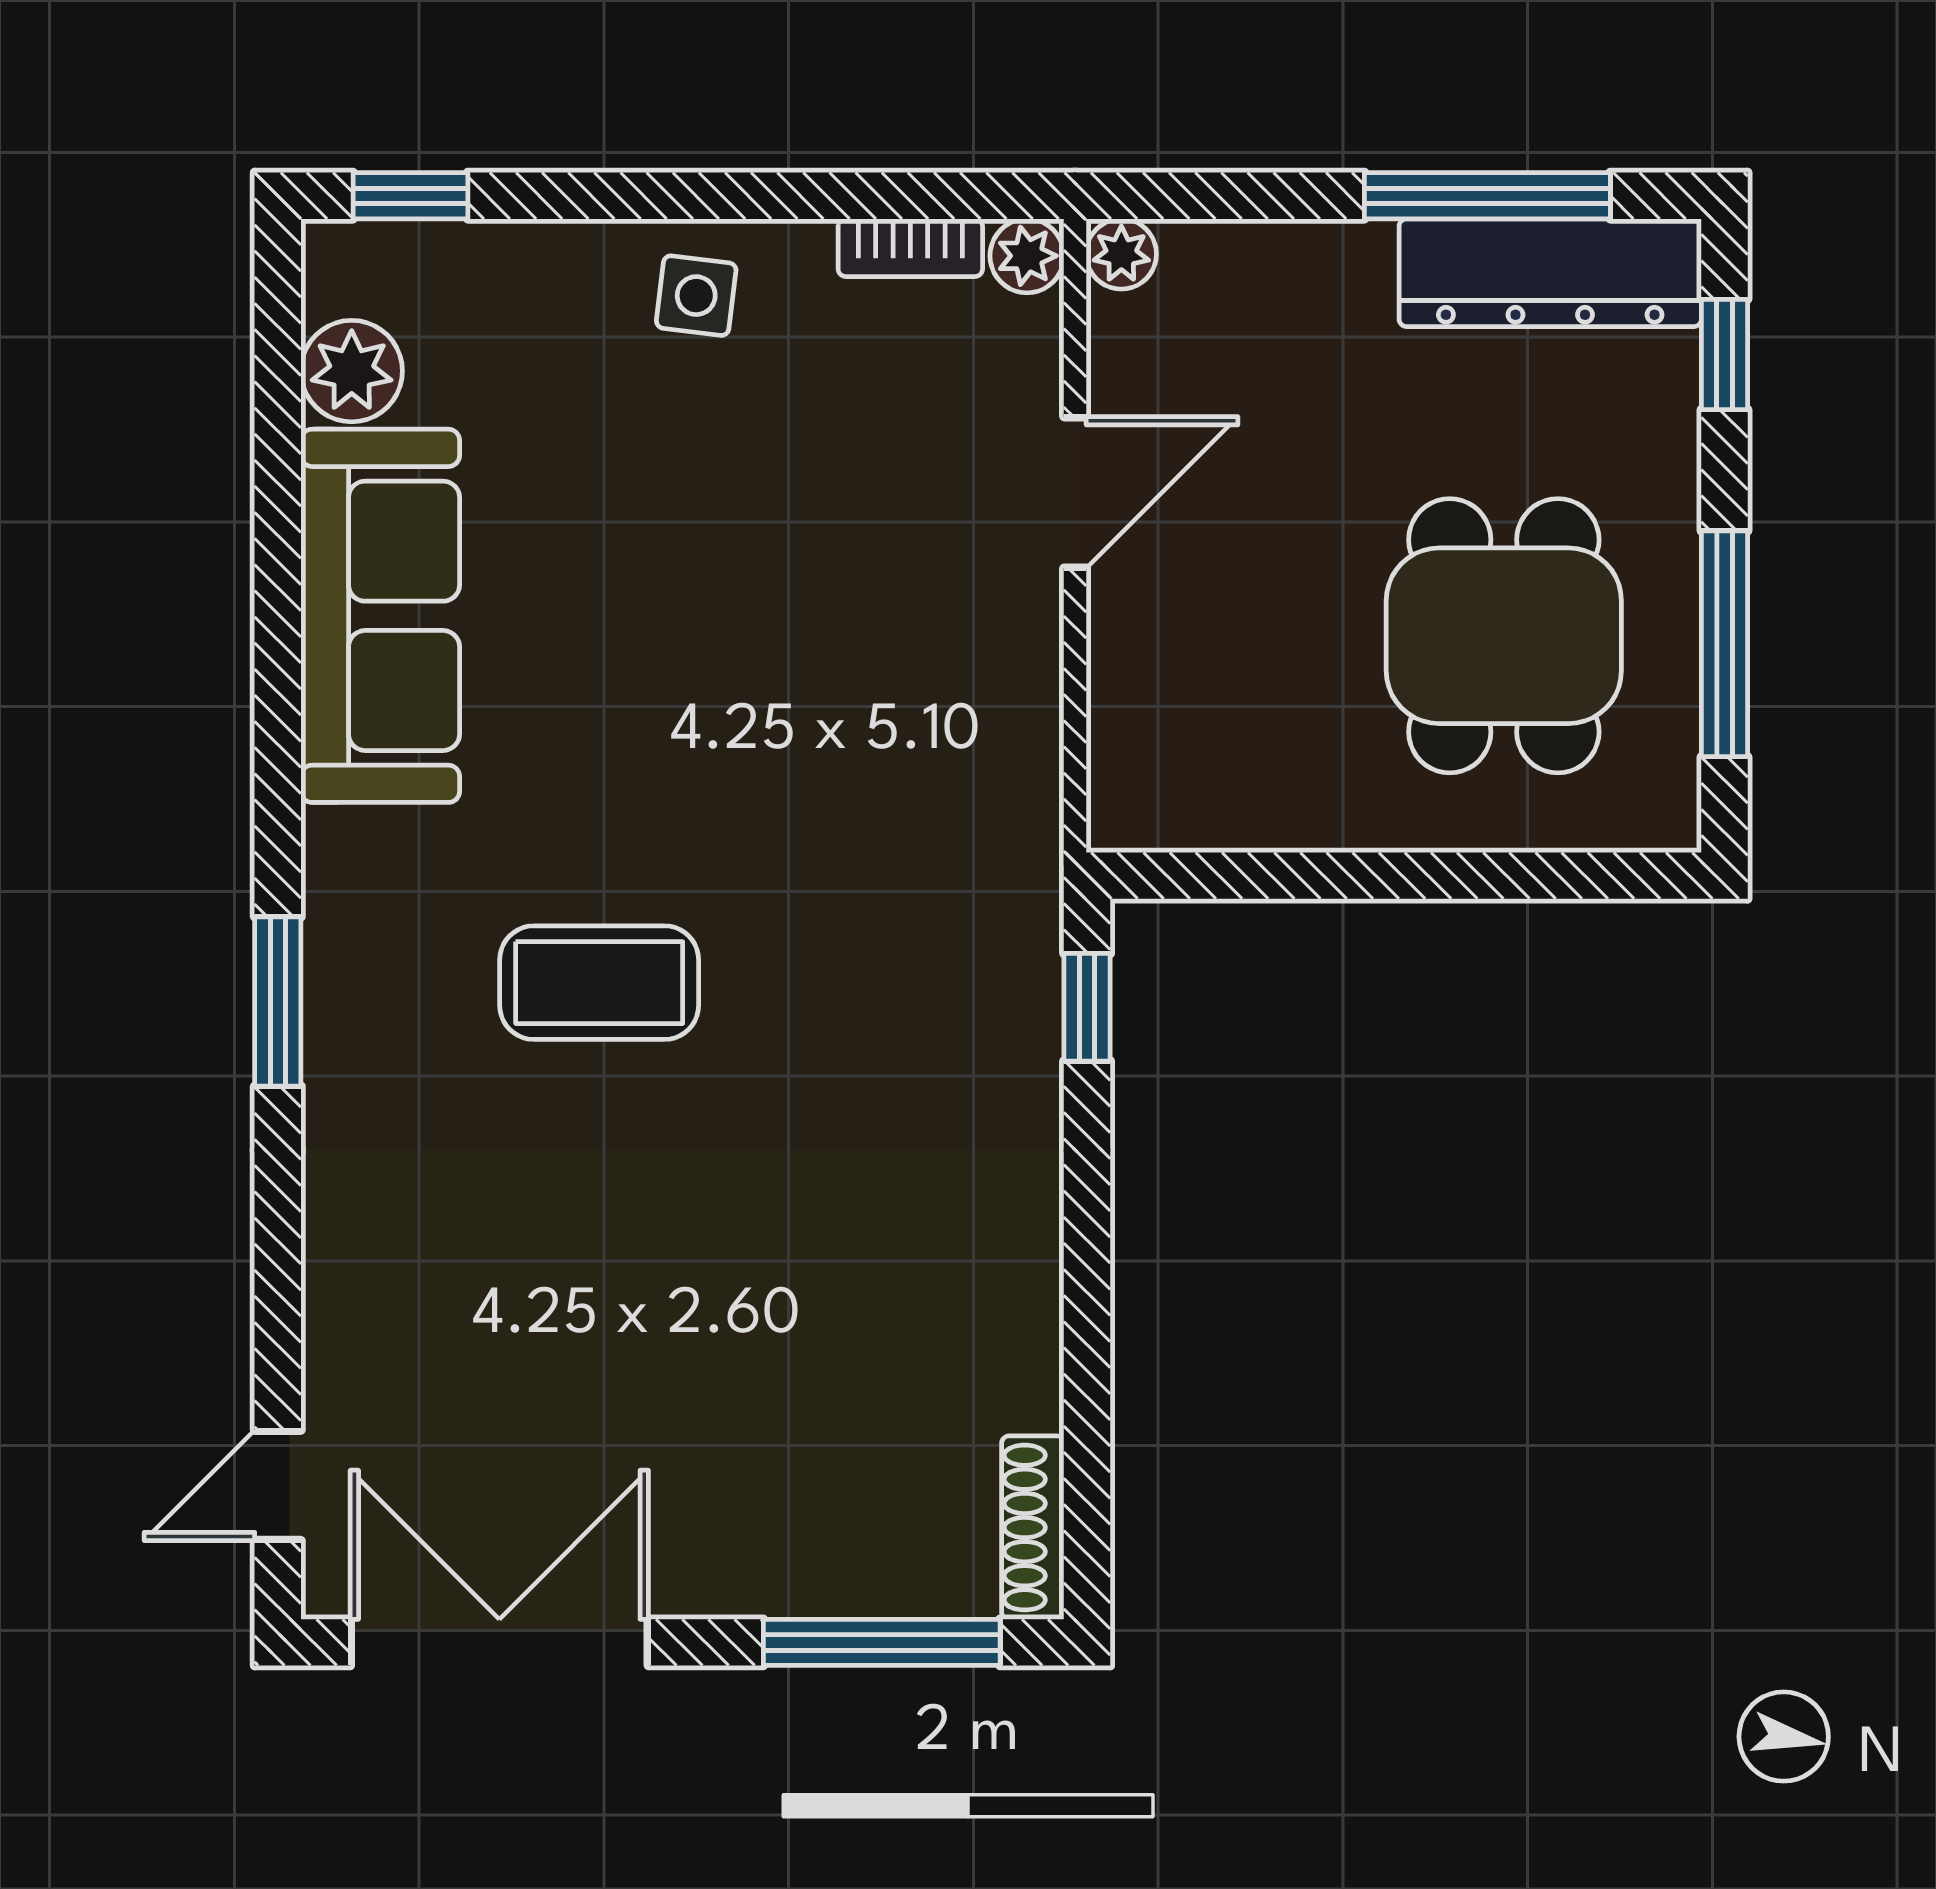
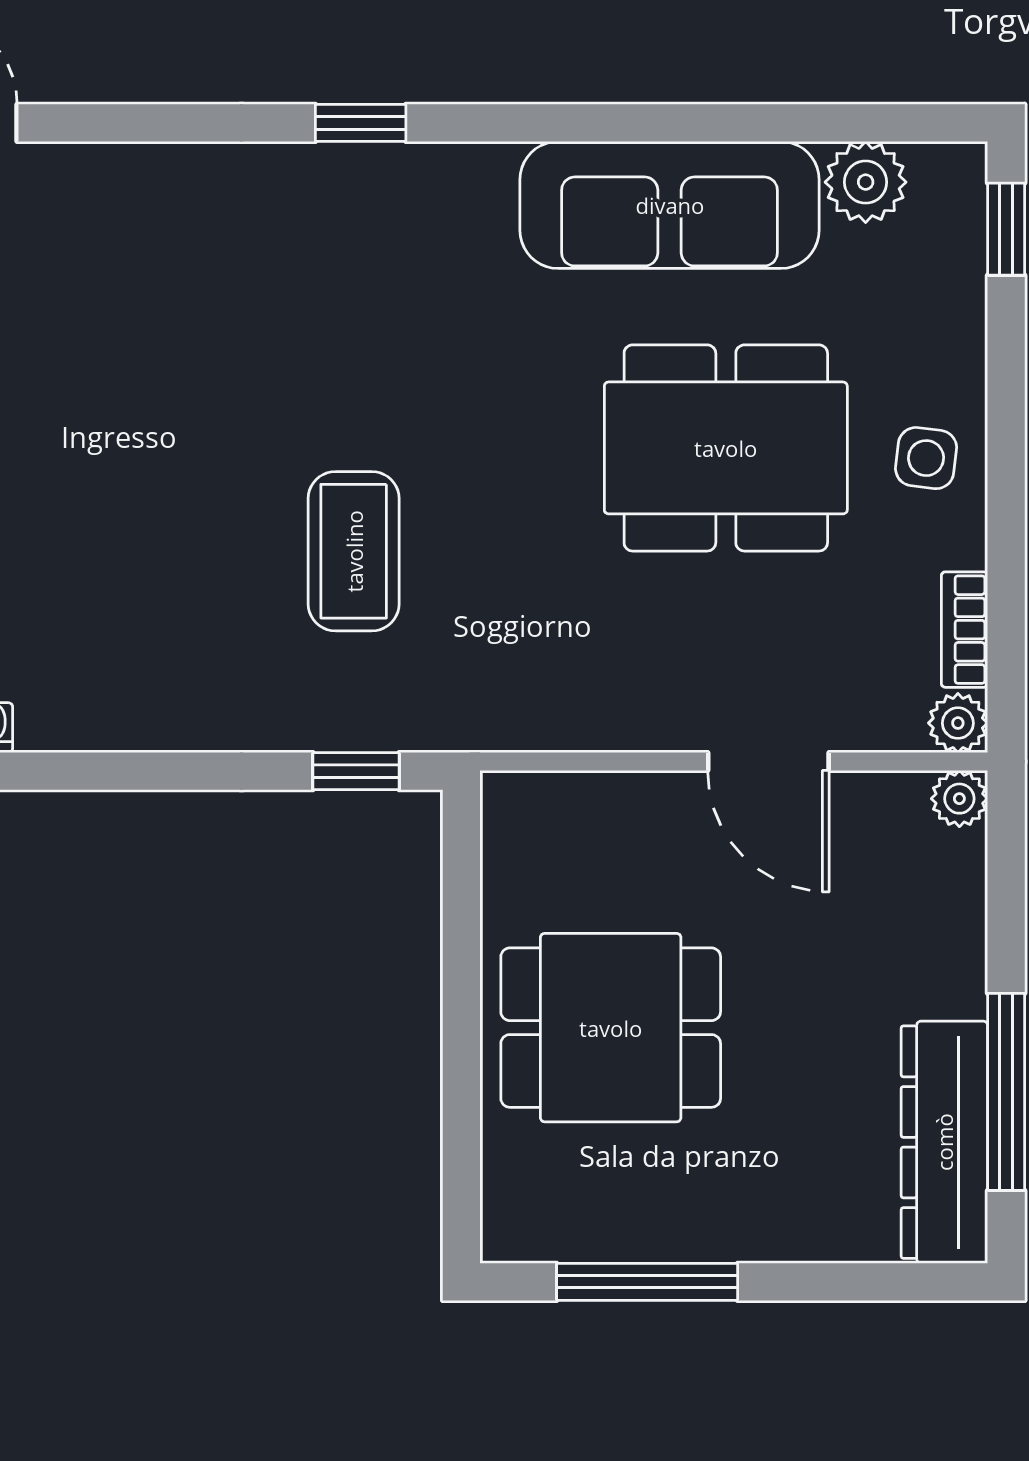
window: (1724, 354) -> (879, 1282), removed
dining table: (684, 546) -> (726, 448), added
dining table: (1504, 636) -> (611, 1028), moved
coffee table: (599, 983) -> (354, 551), moved
window: (278, 1001) -> (361, 123), width x0.67

